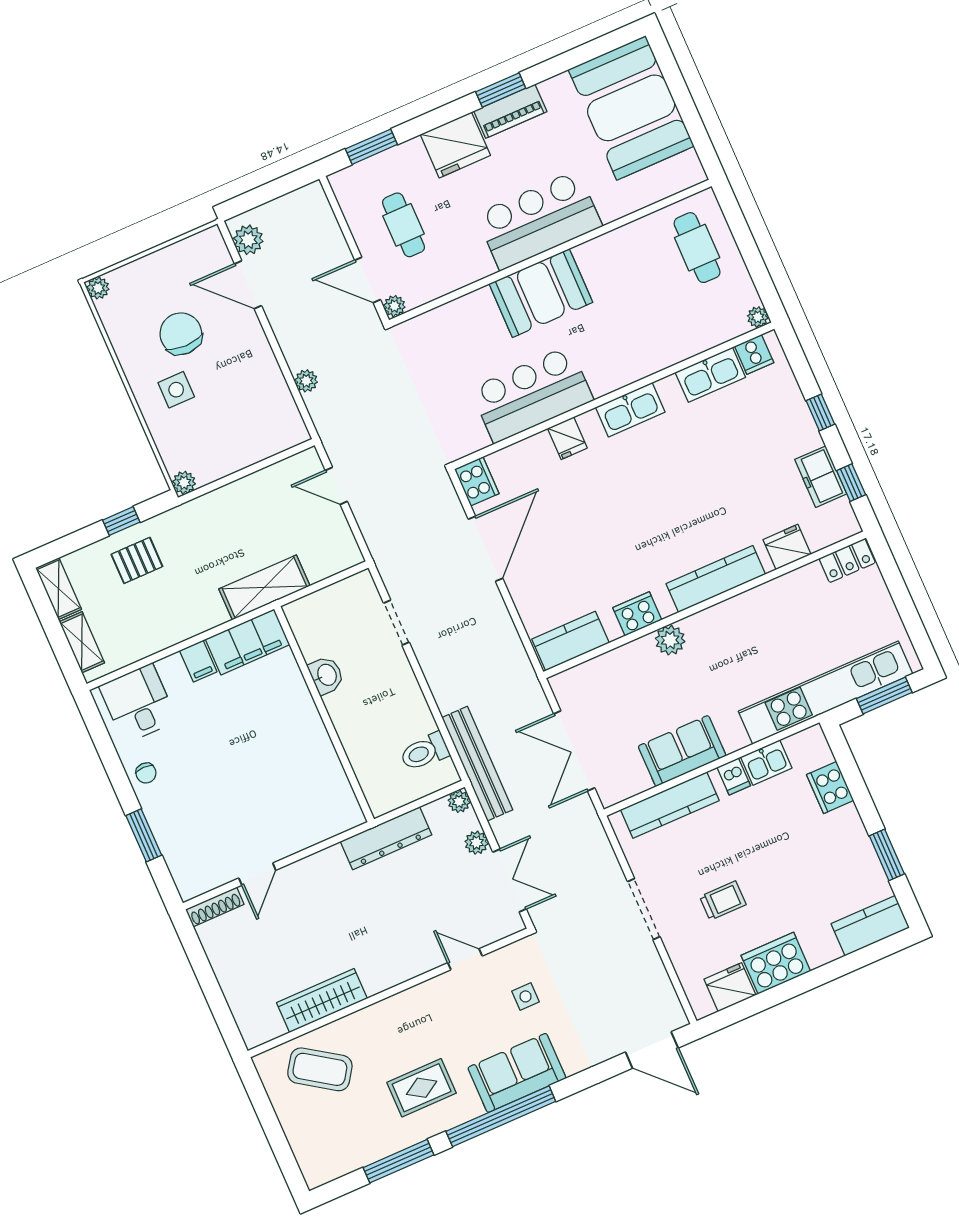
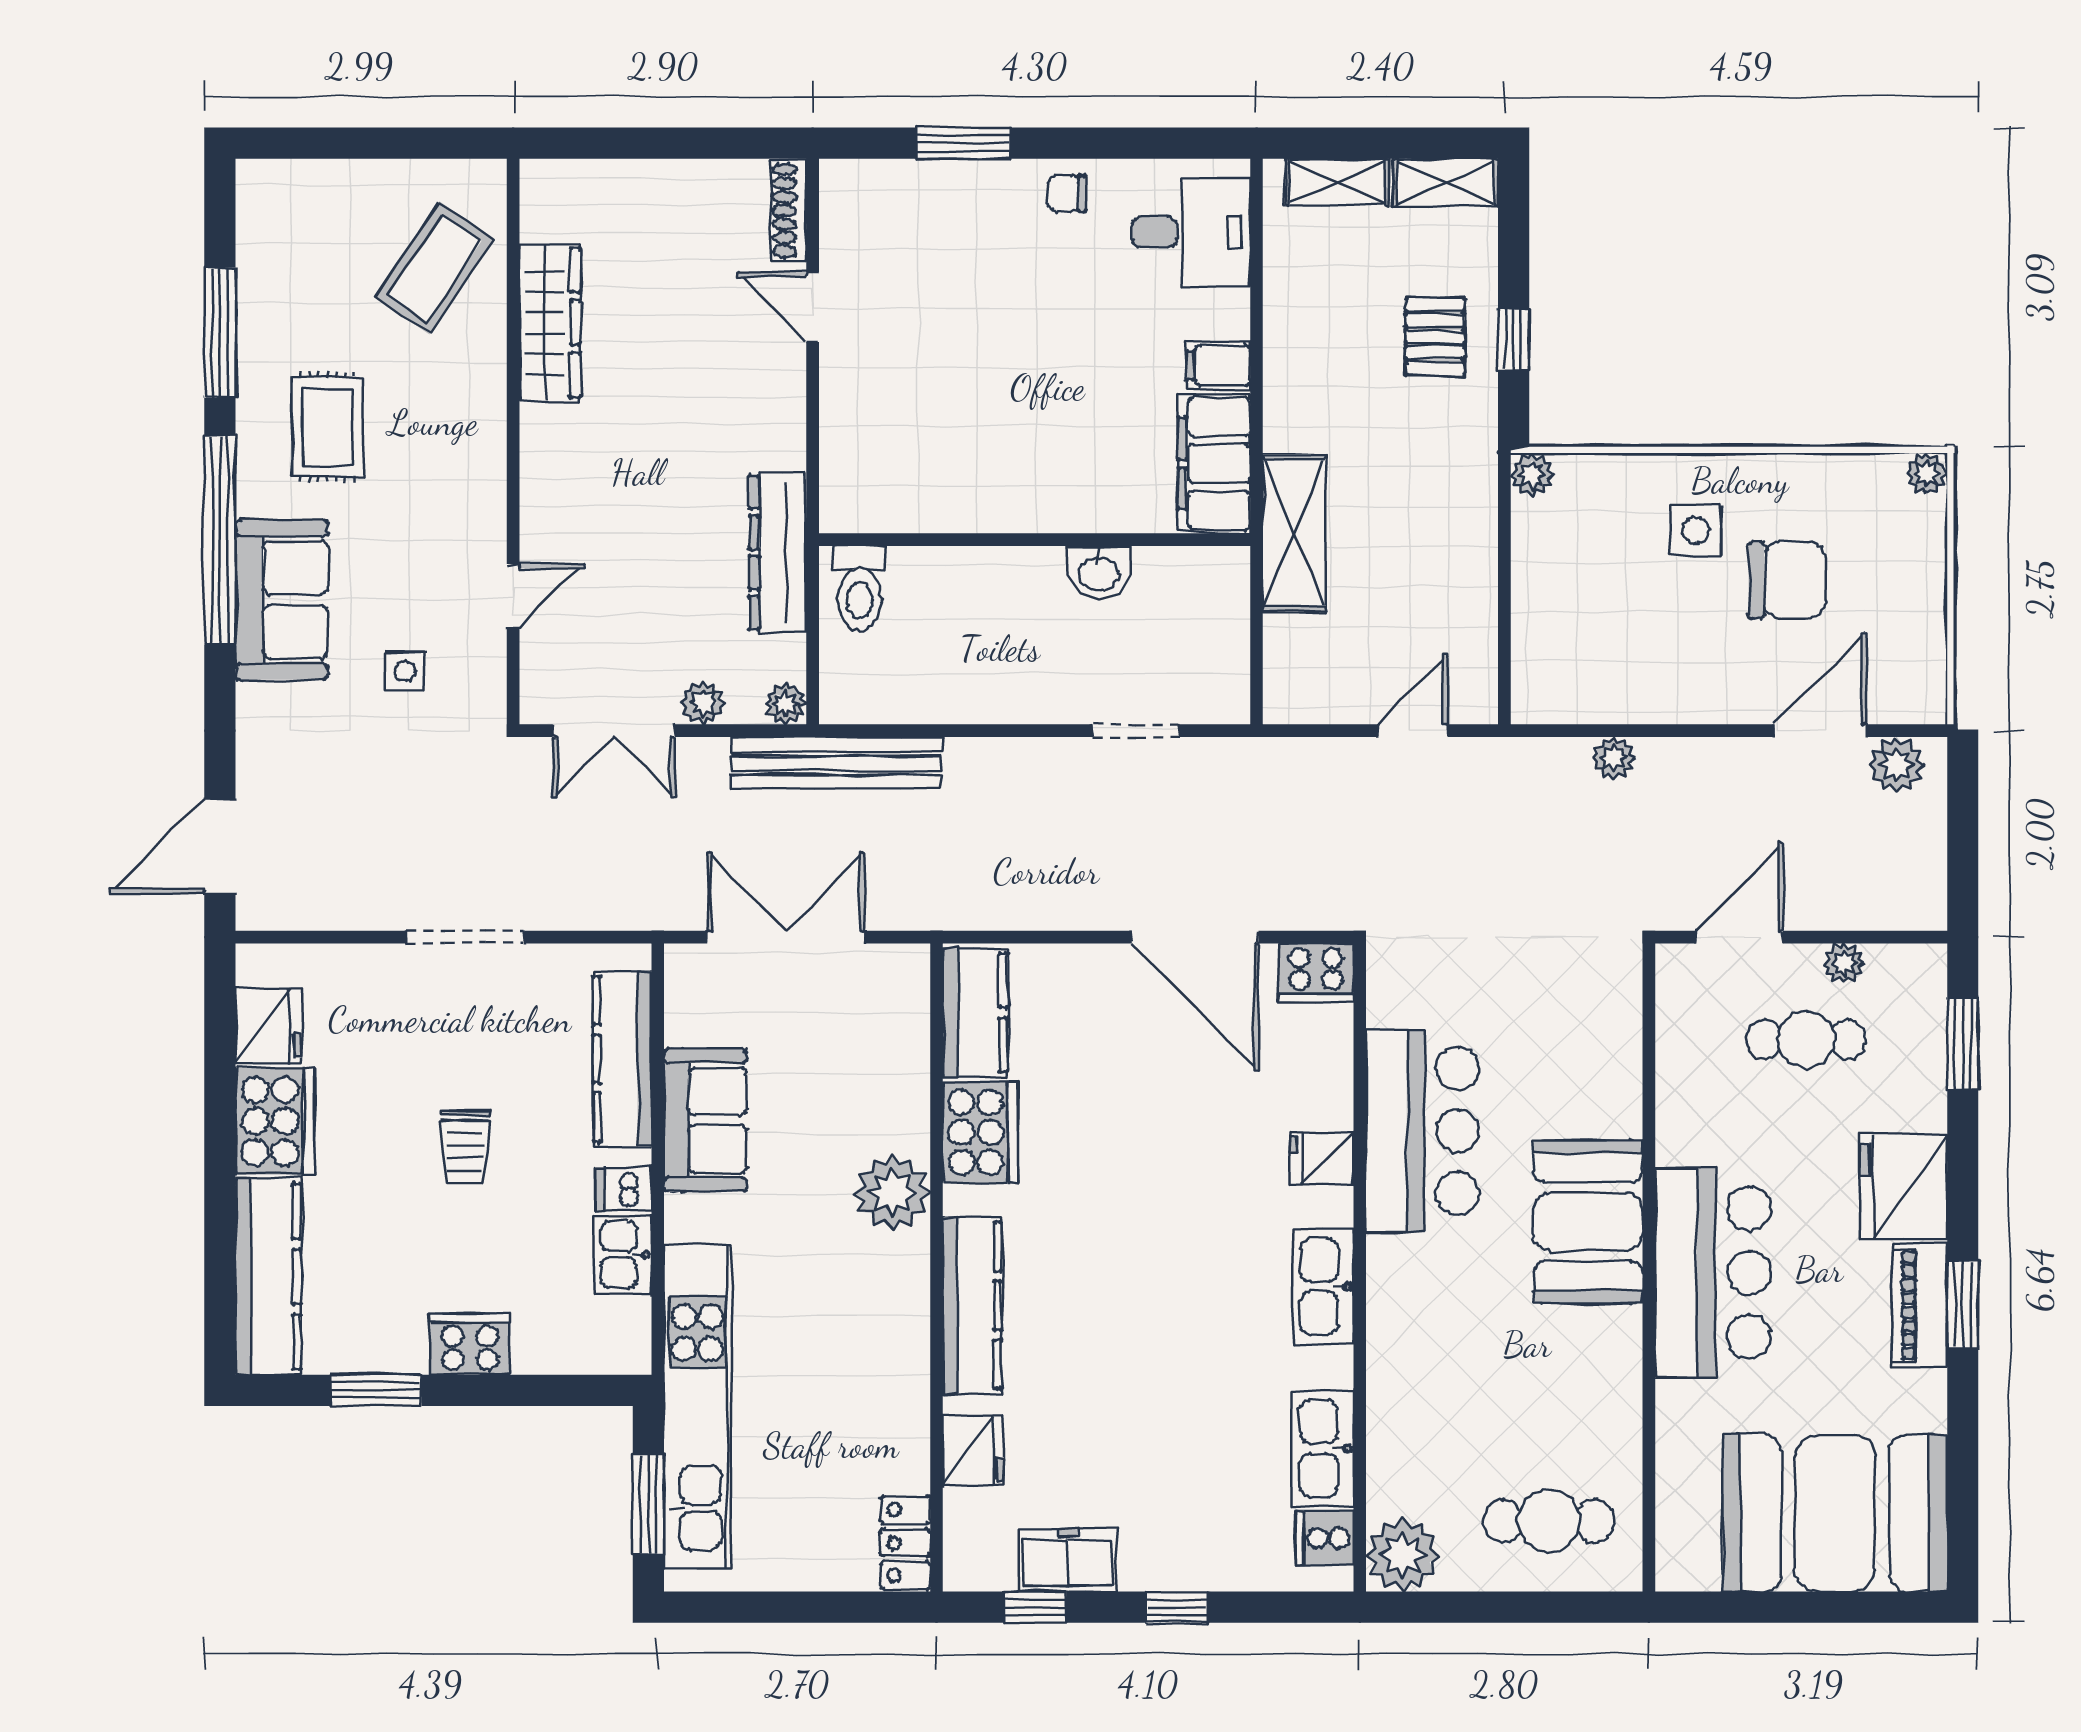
plant: (394, 306) -> (1844, 963), moved
plant: (758, 317) -> (1403, 1555), width x1.88, depth x1.88
cooker: (637, 614) -> (980, 1132), width x1.37, depth x1.31
plant: (670, 640) -> (892, 1193), width x1.36, depth x1.36
toilet: (425, 752) -> (860, 588), moved, turned 180
cooker: (830, 787) -> (470, 1344), moved
trolley: (723, 901) -> (465, 1147), moved
kitchen counter: (870, 926) -> (268, 1277), width x1.50

